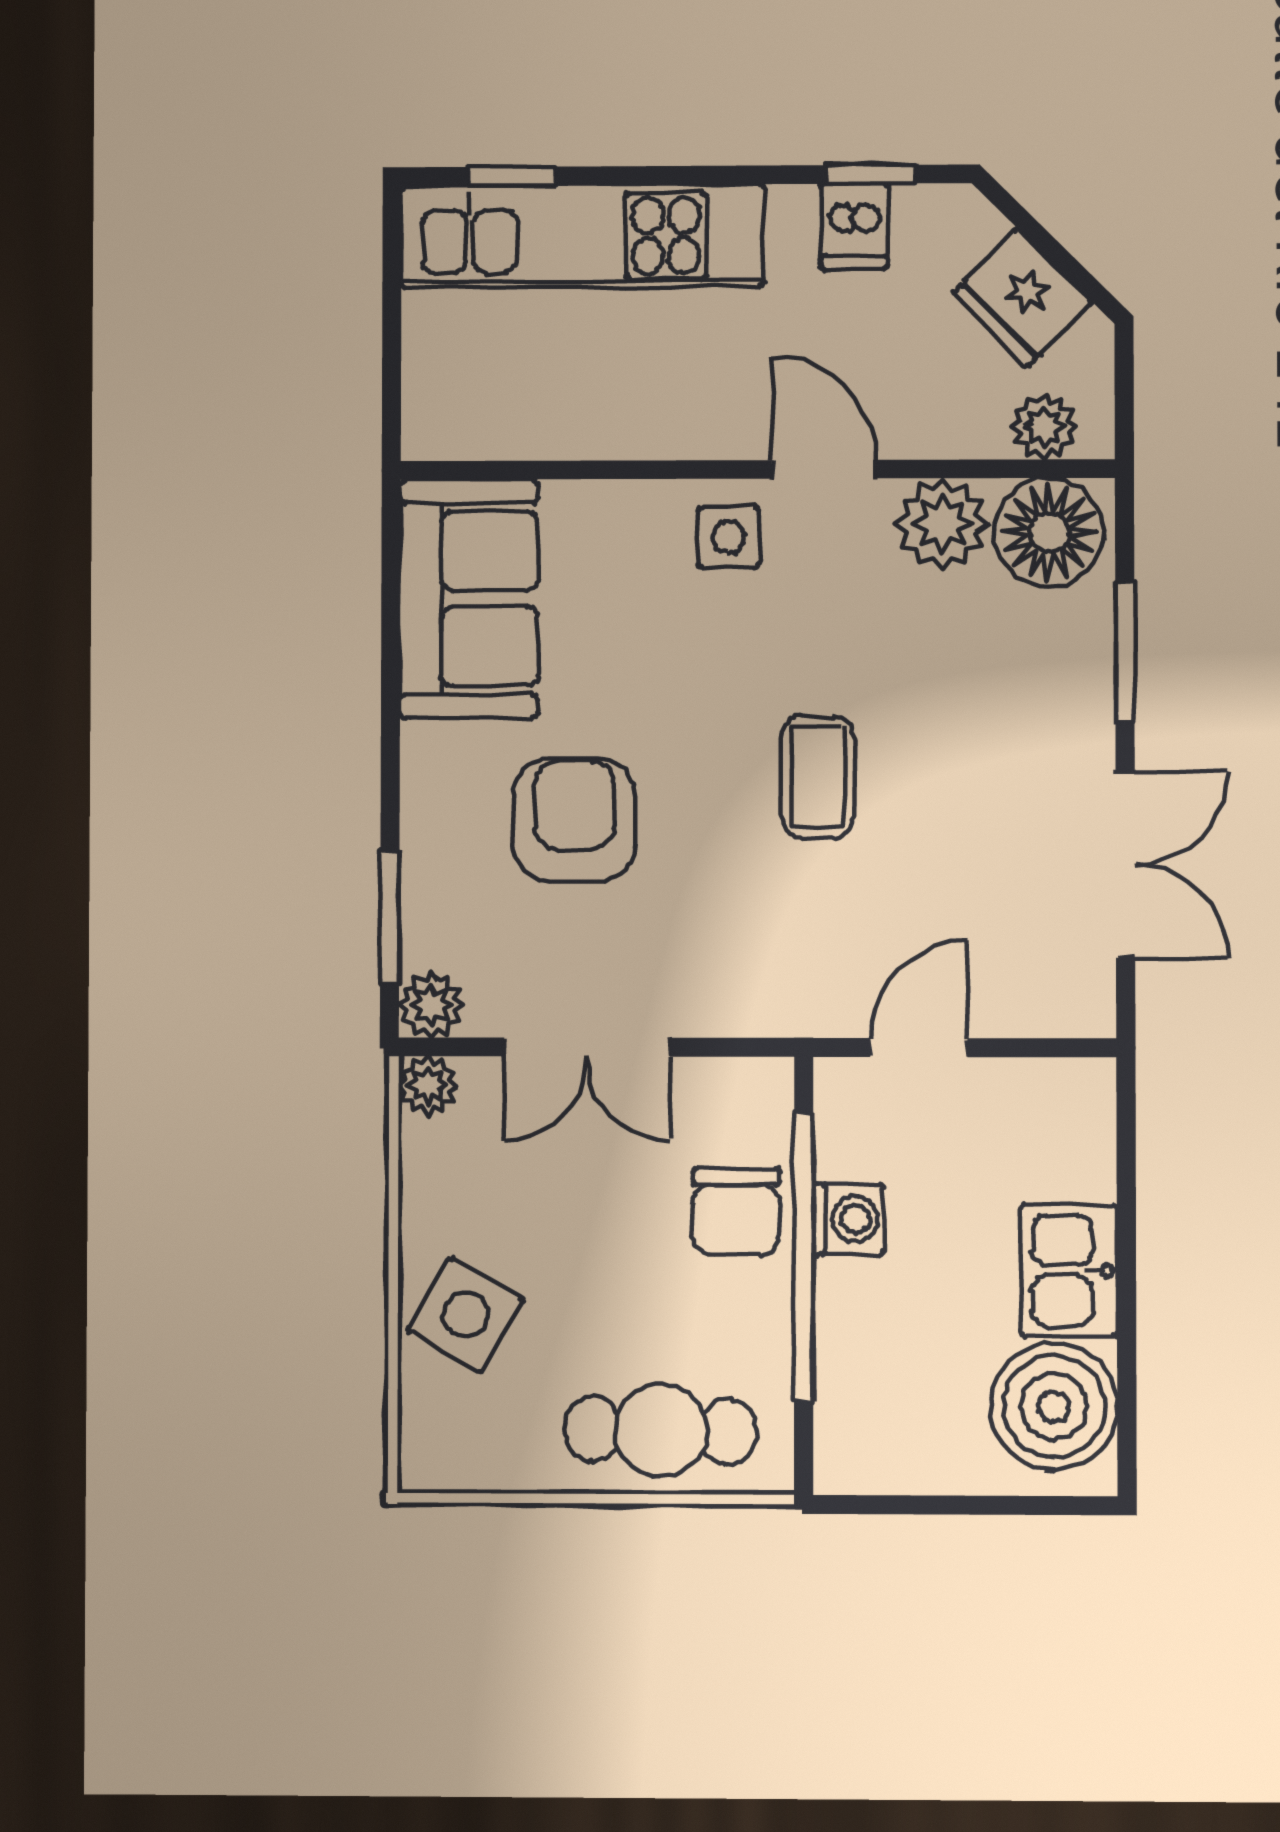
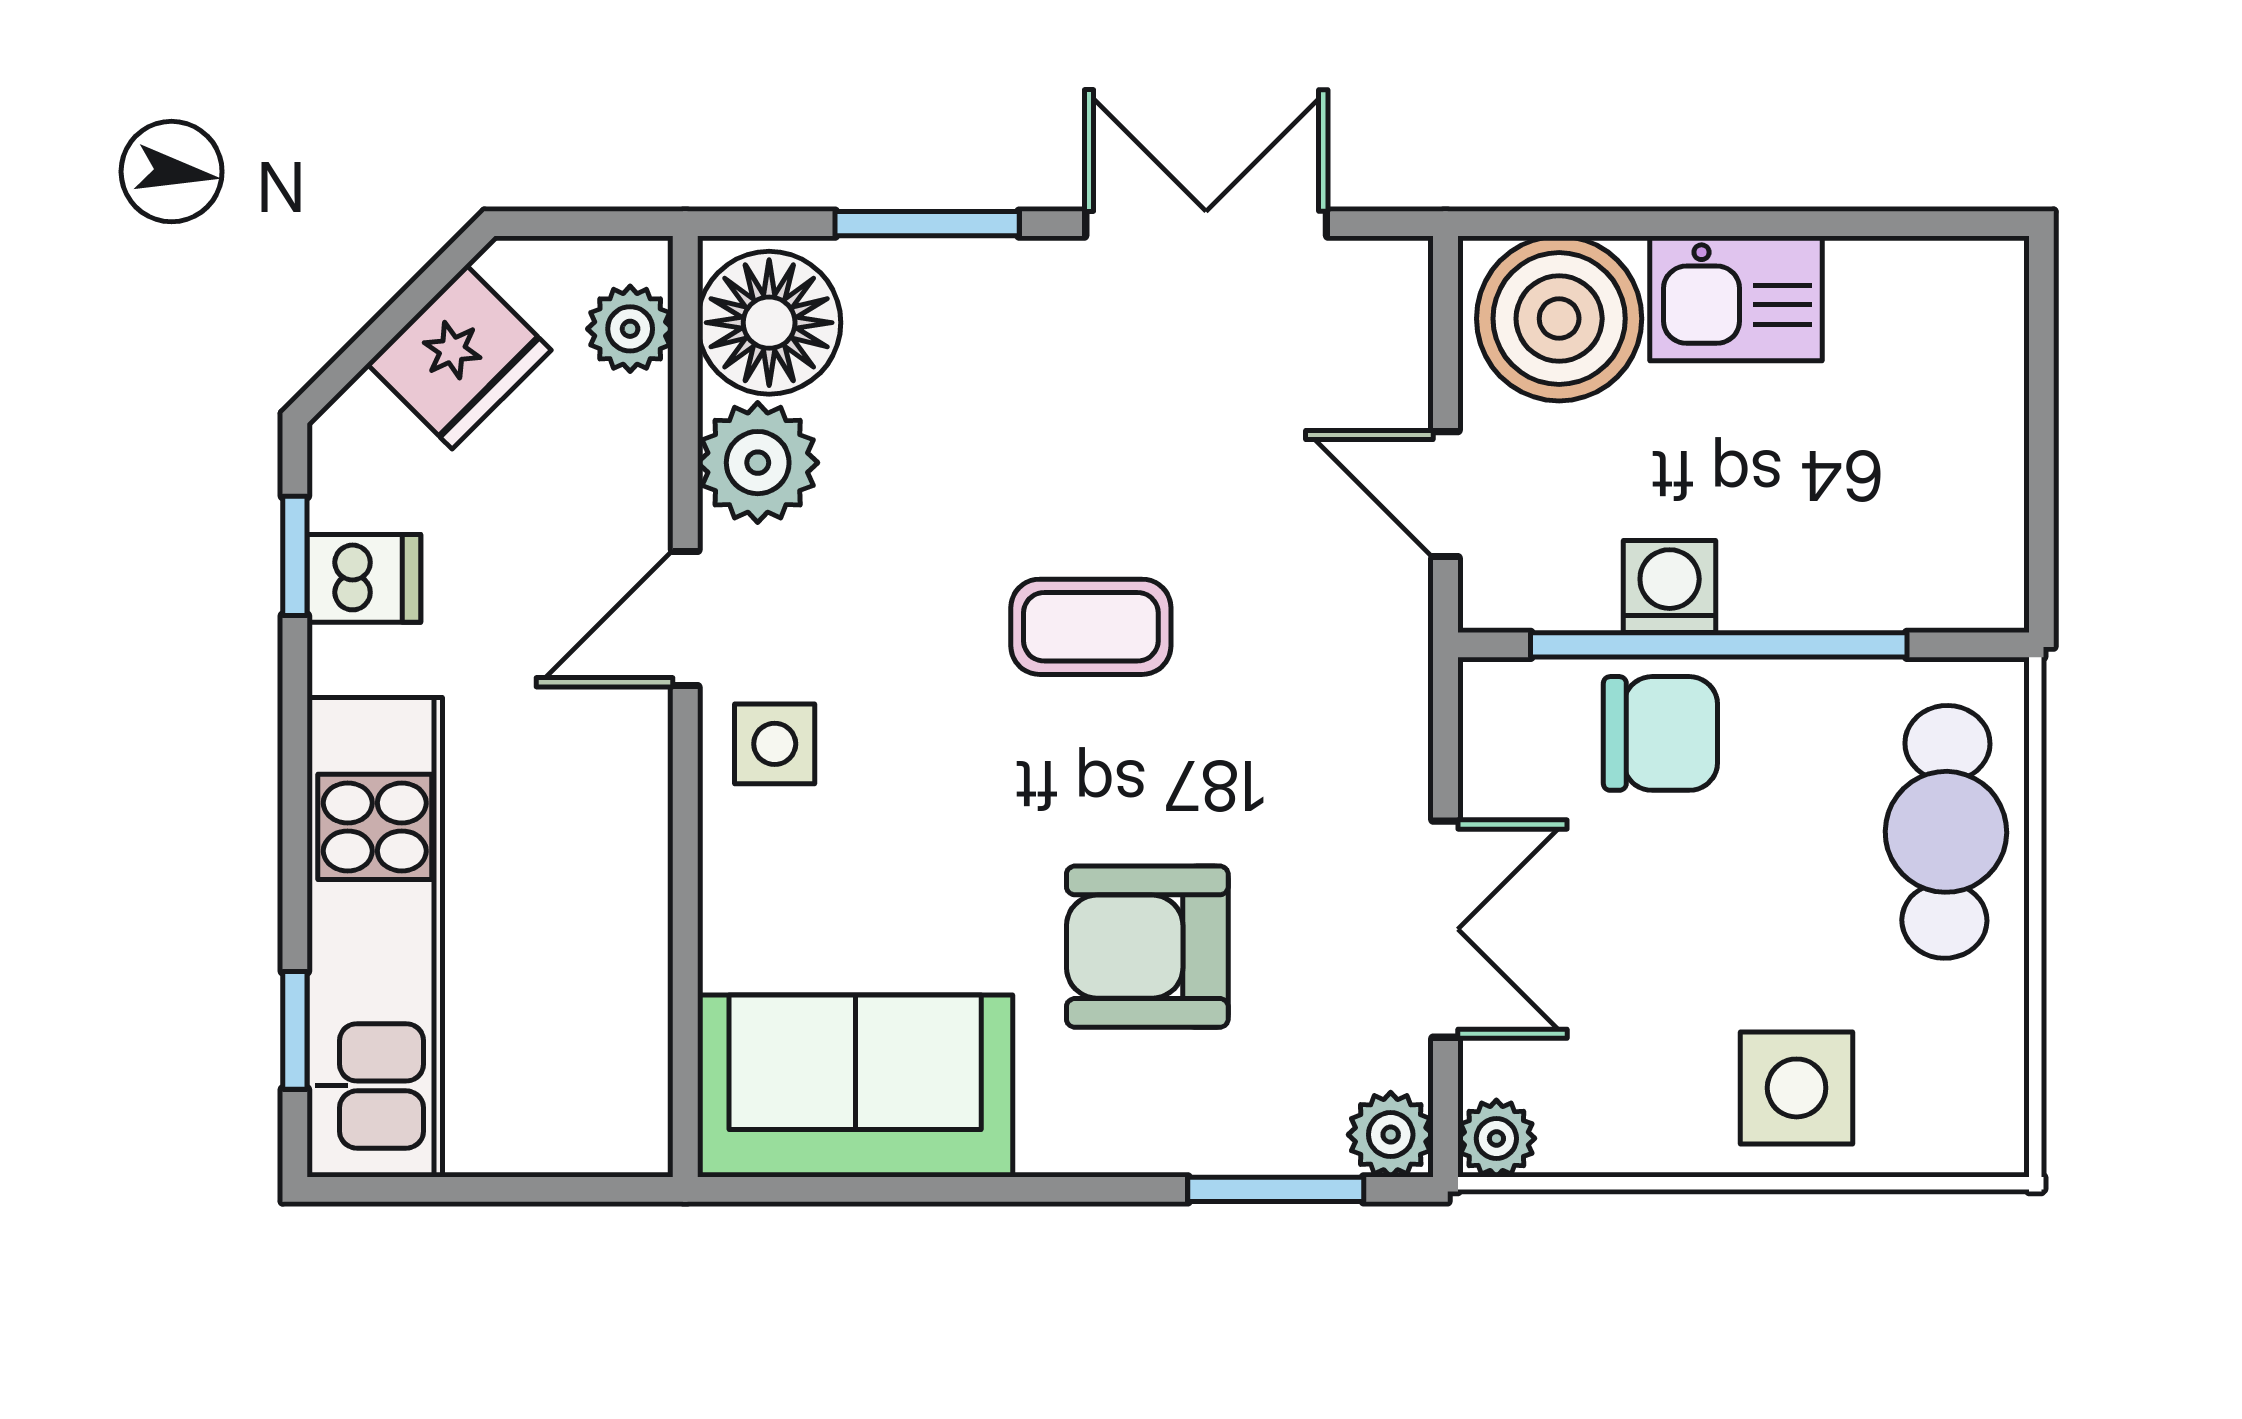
side table: (466, 1315) -> (1797, 1088), turned -30
boiler: (1054, 1407) -> (1559, 319), moved

